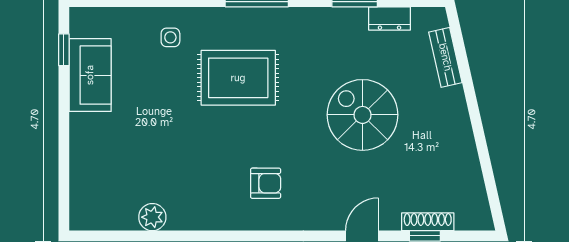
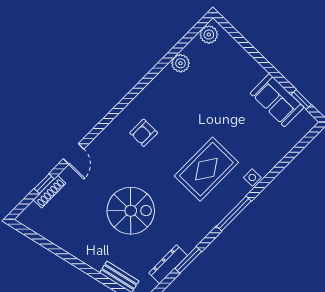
dresser: (389, 18) -> (168, 264), width x1.44
side table: (170, 37) -> (252, 177), moved
plant: (92, 217) -> (209, 35), added

